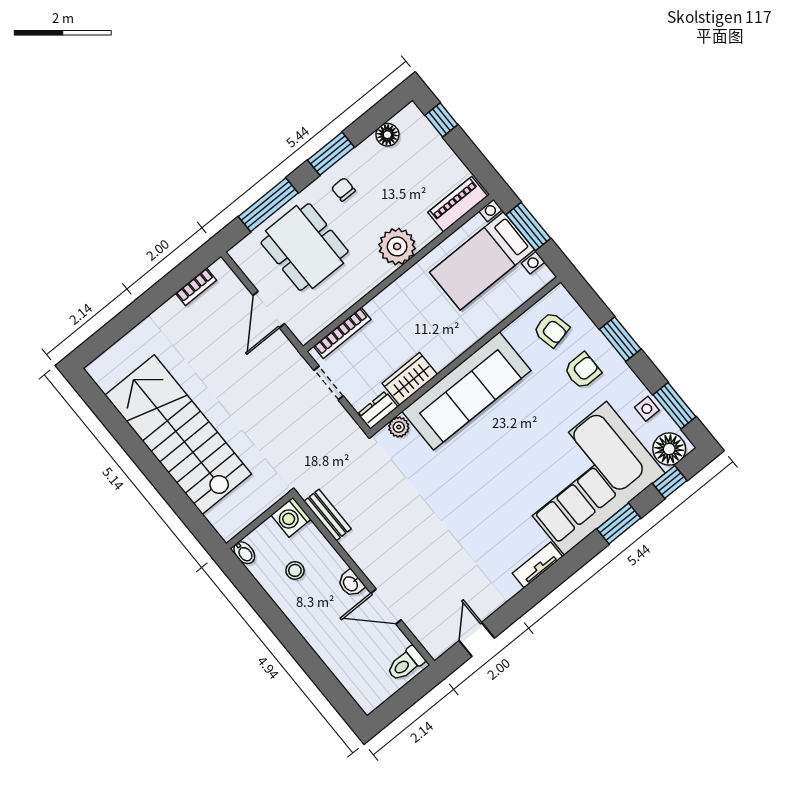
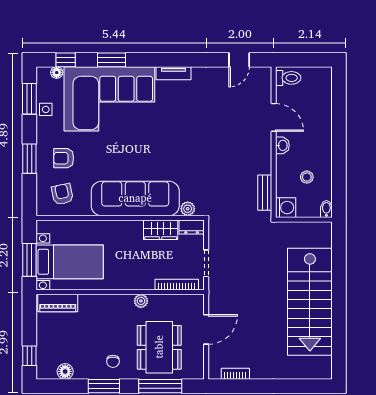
plant: (397, 246) -> (141, 301), moved, width x0.53, depth x0.53
floor lamp: (669, 449) -> (57, 73), width x0.53, depth x0.53

